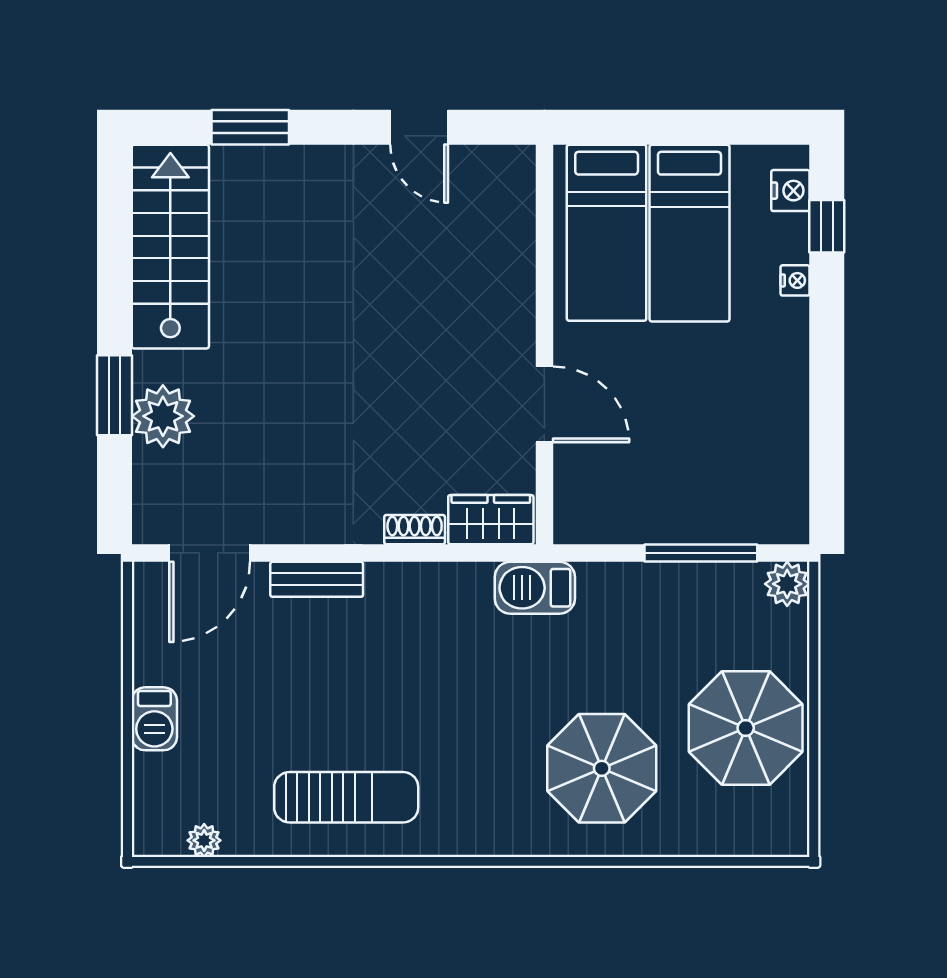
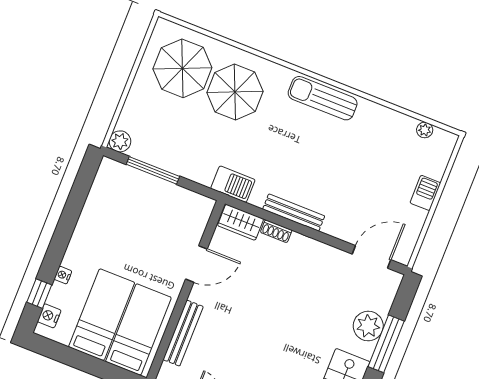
bench: (517, 260) -> (183, 333), added
window: (114, 395) -> (386, 344), width x1.44
door: (544, 404) -> (196, 264), swing flipped
bench: (317, 579) -> (294, 213), moved, width x1.36
parasol: (746, 728) -> (182, 68), moved
sun lounger: (346, 797) -> (323, 98), moved

